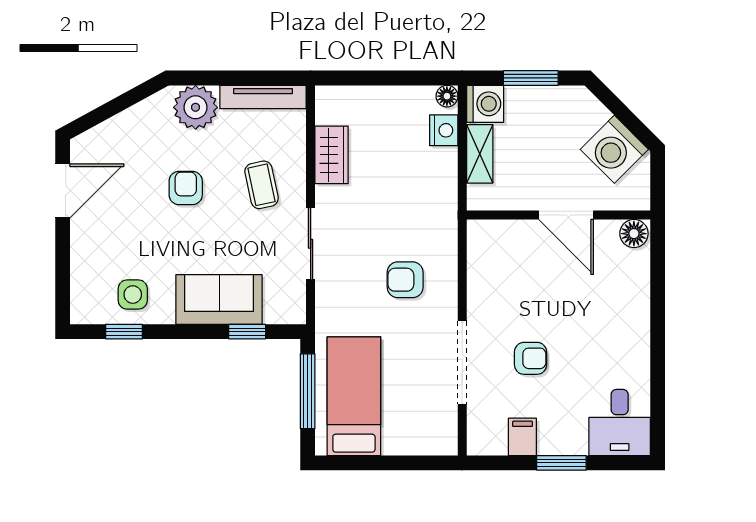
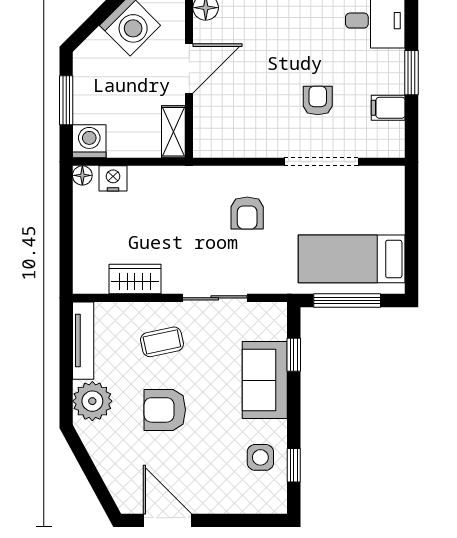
shelving: (480, 154) -> (173, 132), moved, turned 90
armchair: (186, 188) -> (165, 410), width x1.38, depth x1.38

